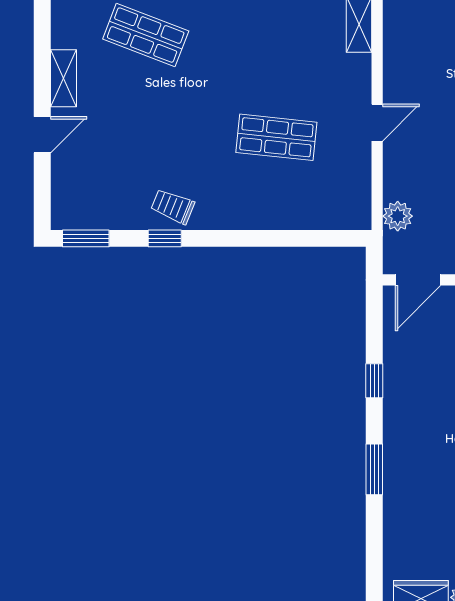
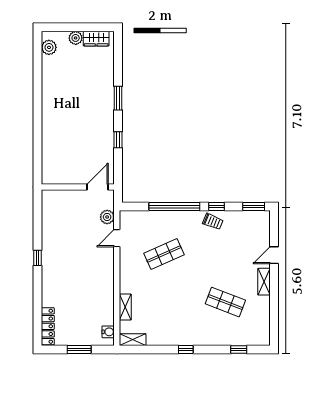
door: (377, 123) -> (117, 238), moved
shop shelf: (276, 137) -> (164, 254), turned -30
window: (254, 238) -> (174, 207), added

